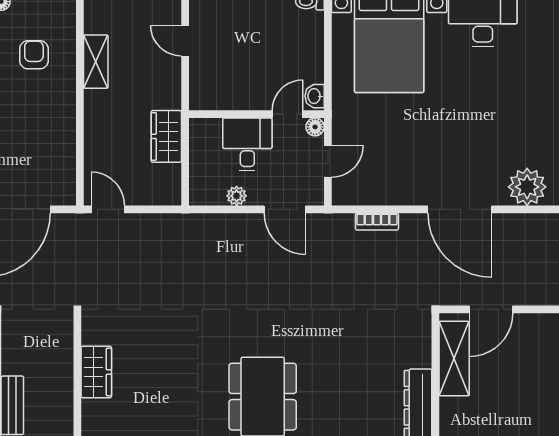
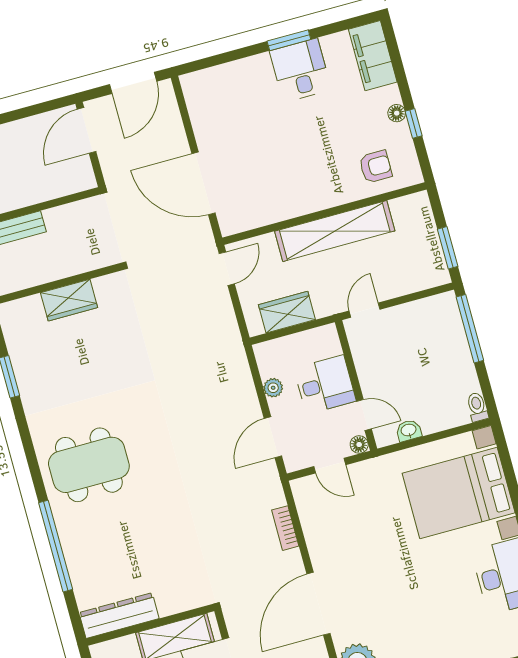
door: (185, 41) -> (365, 310), moved
armchair: (34, 55) -> (376, 167), moved
shelving: (96, 62) -> (335, 231), width x2.20, depth x1.33
washbasin: (315, 96) -> (409, 430), moved
wardrobe: (166, 136) -> (287, 312), moved

